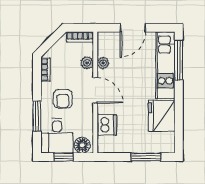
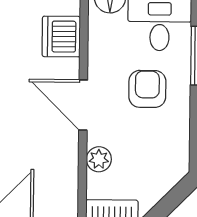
plant: (103, 63) -> (67, 159), removed
bookcase: (45, 70) -> (181, 147), removed

